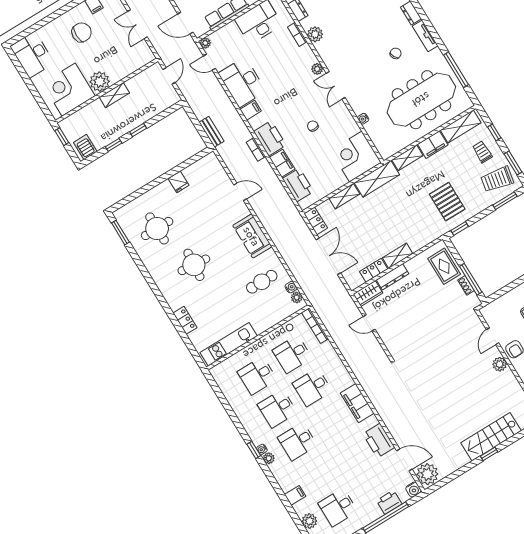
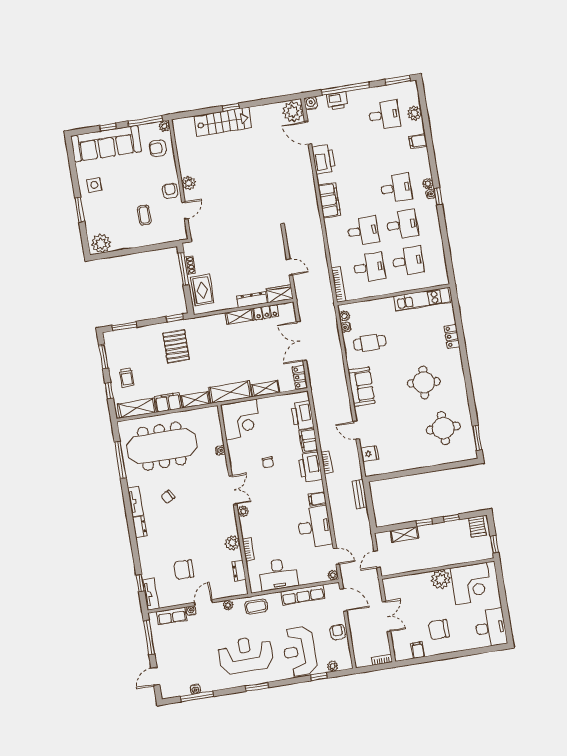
shelving: (114, 95) -> (404, 534), moved
trolley: (497, 179) -> (124, 348), removed
fridge: (178, 182) -> (370, 454), moved, turned 90

